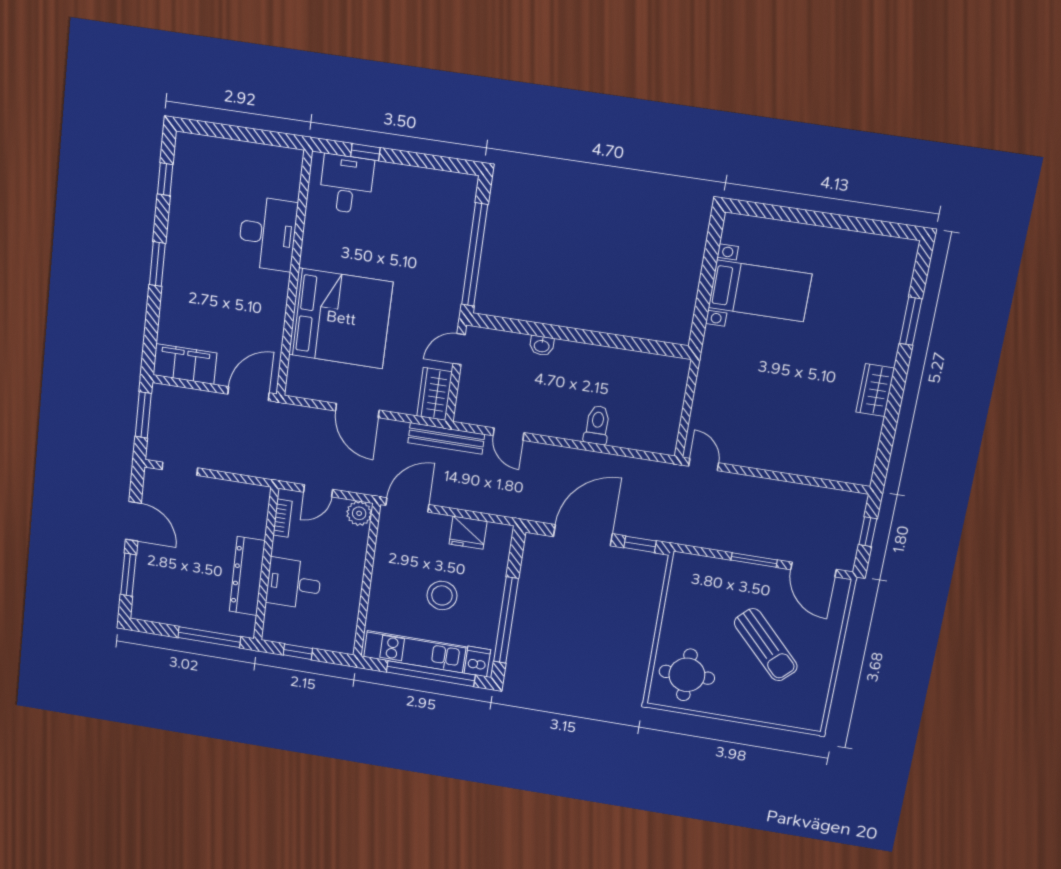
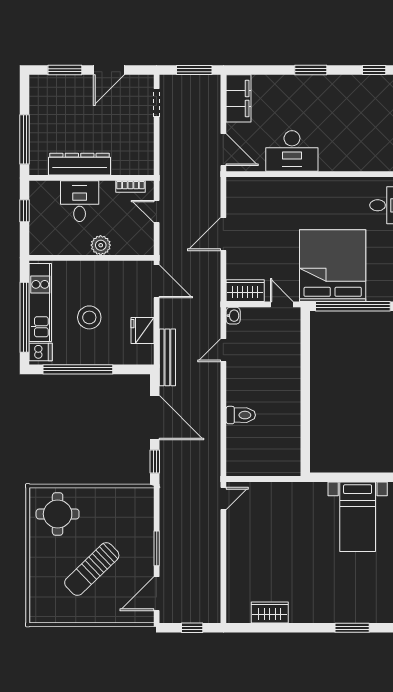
desk: (268, 234) -> (292, 151), moved
bed: (341, 318) -> (333, 266), moved, turned 180
washbasin: (542, 346) -> (233, 316), moved, turned 180
wardrobe: (875, 390) -> (270, 612), moved
bench: (446, 438) -> (167, 357), moved
plant: (359, 513) -> (101, 245), moved

